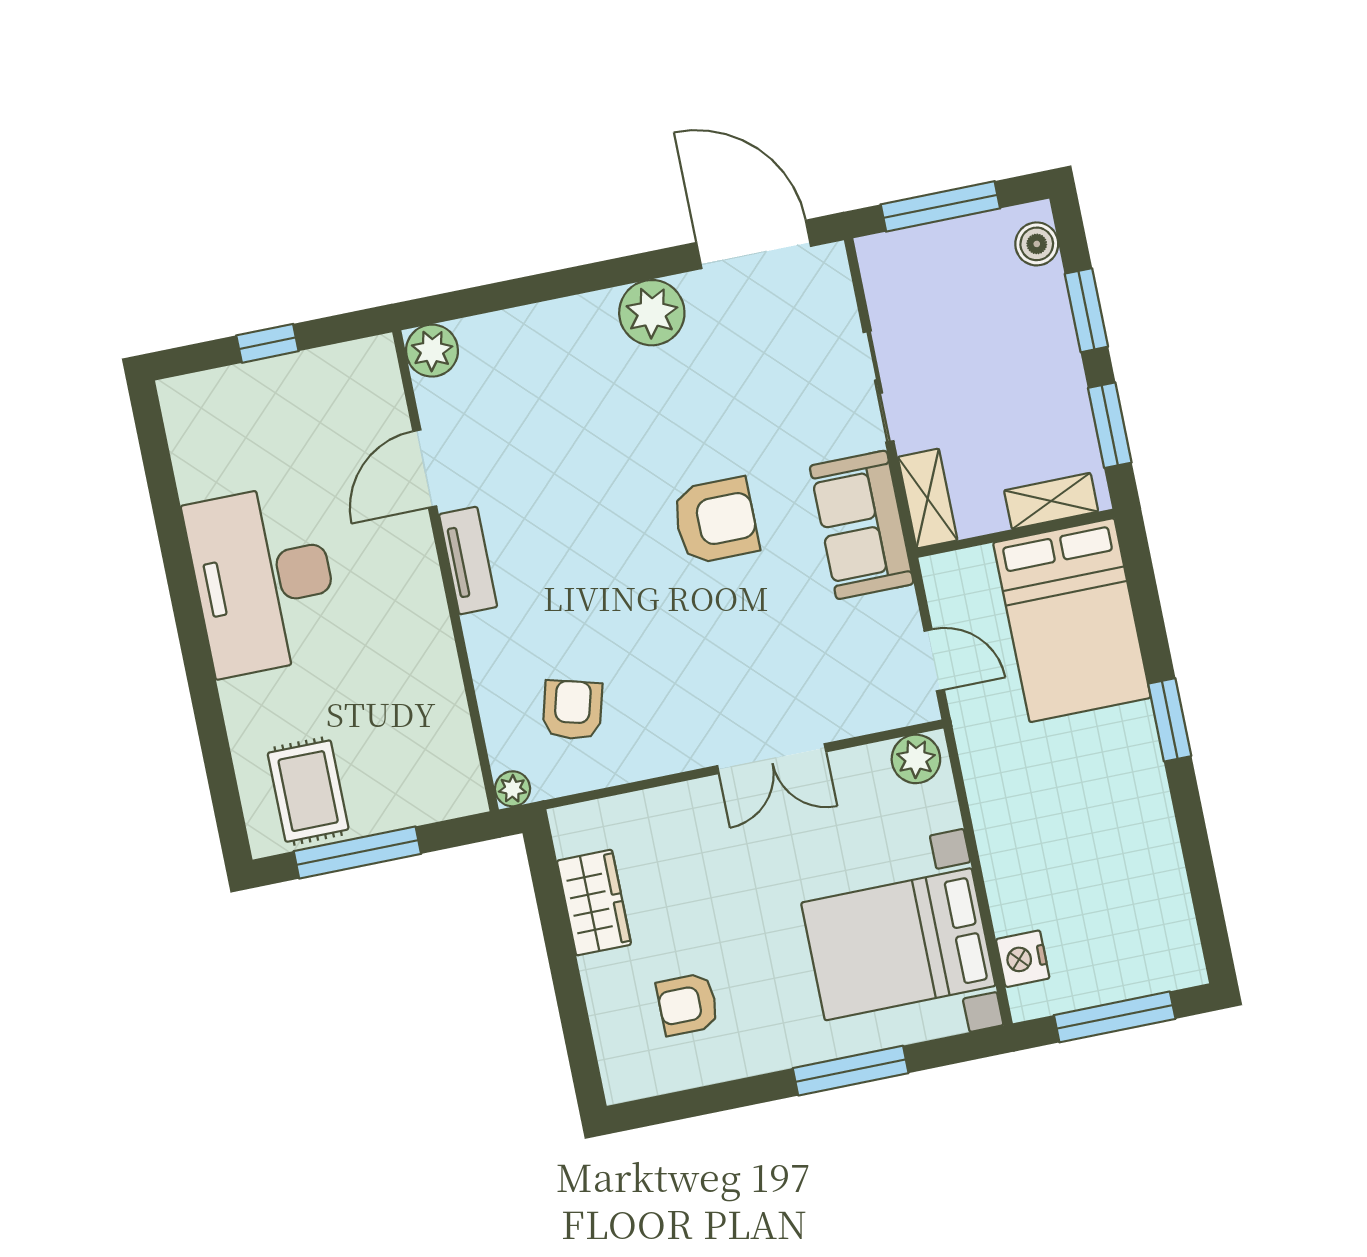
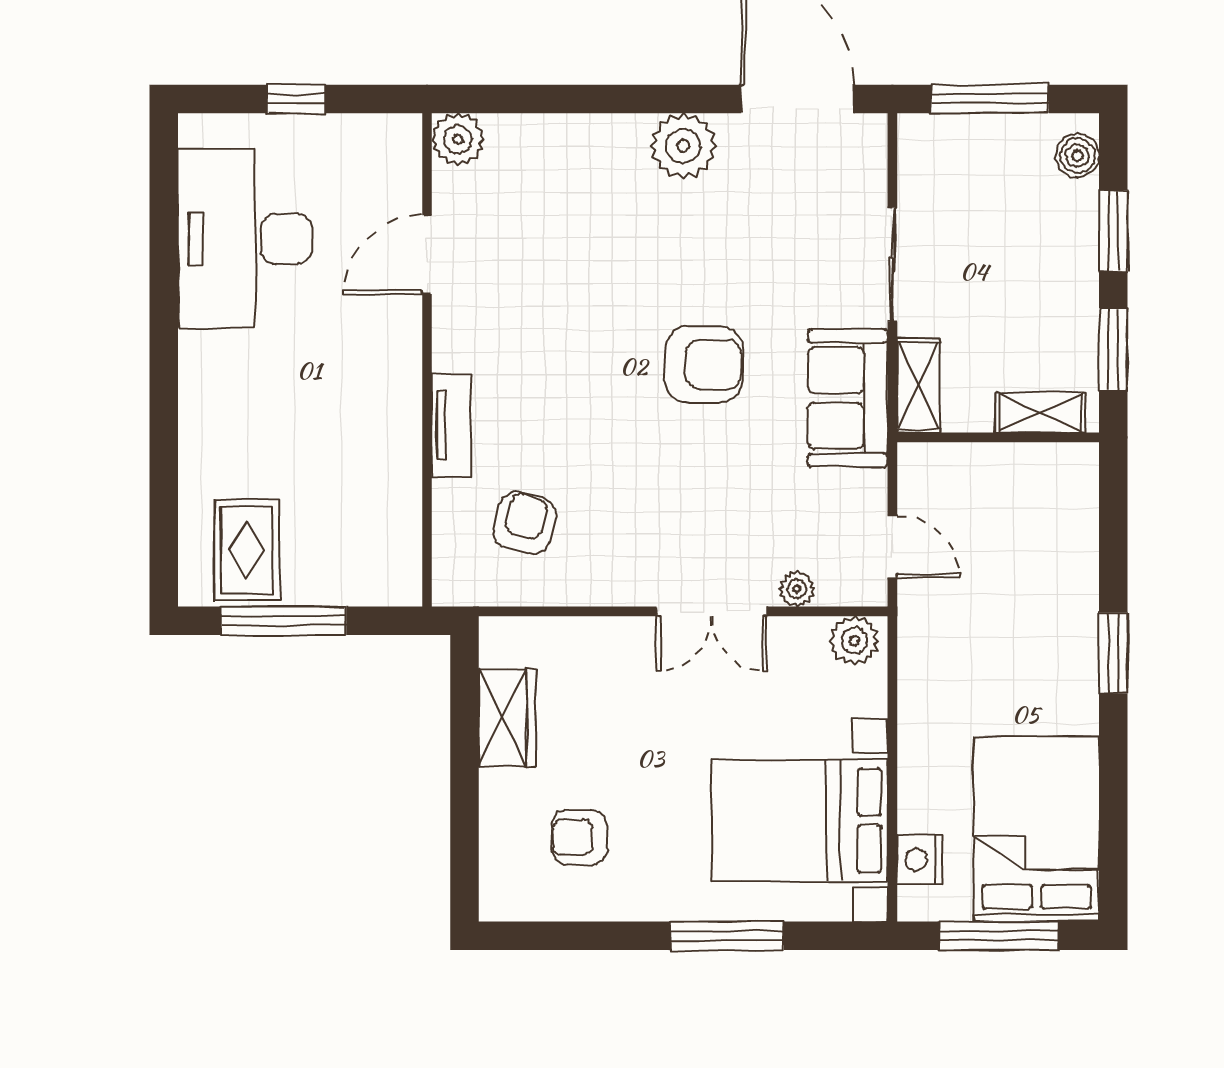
tv unit: (468, 561) -> (451, 425), moved
desk: (263, 580) -> (245, 239), moved
bed: (1072, 620) -> (1037, 829), moved, turned 180
plant: (512, 789) -> (797, 589), moved

